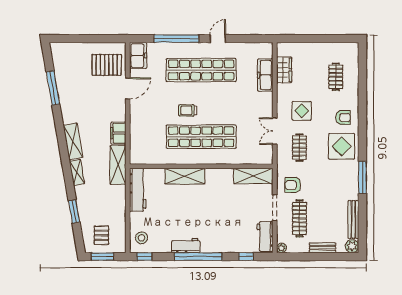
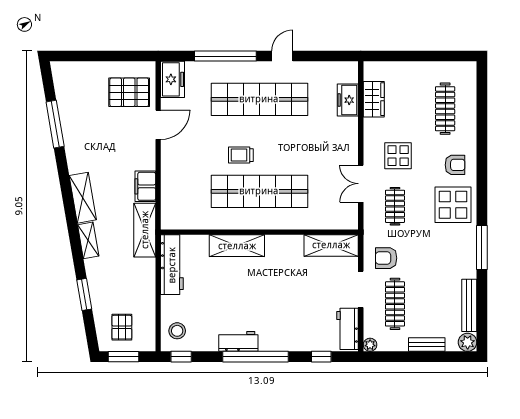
freezer: (265, 75) -> (348, 100), width x0.71
clothes rail: (336, 77) -> (445, 109), width x1.36

